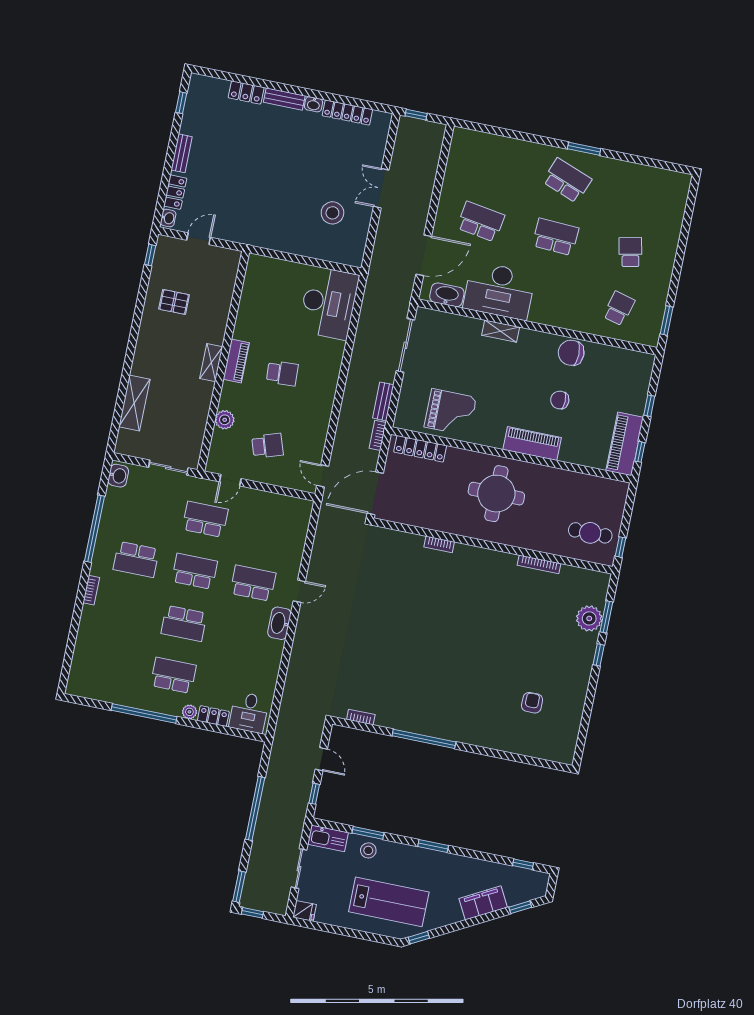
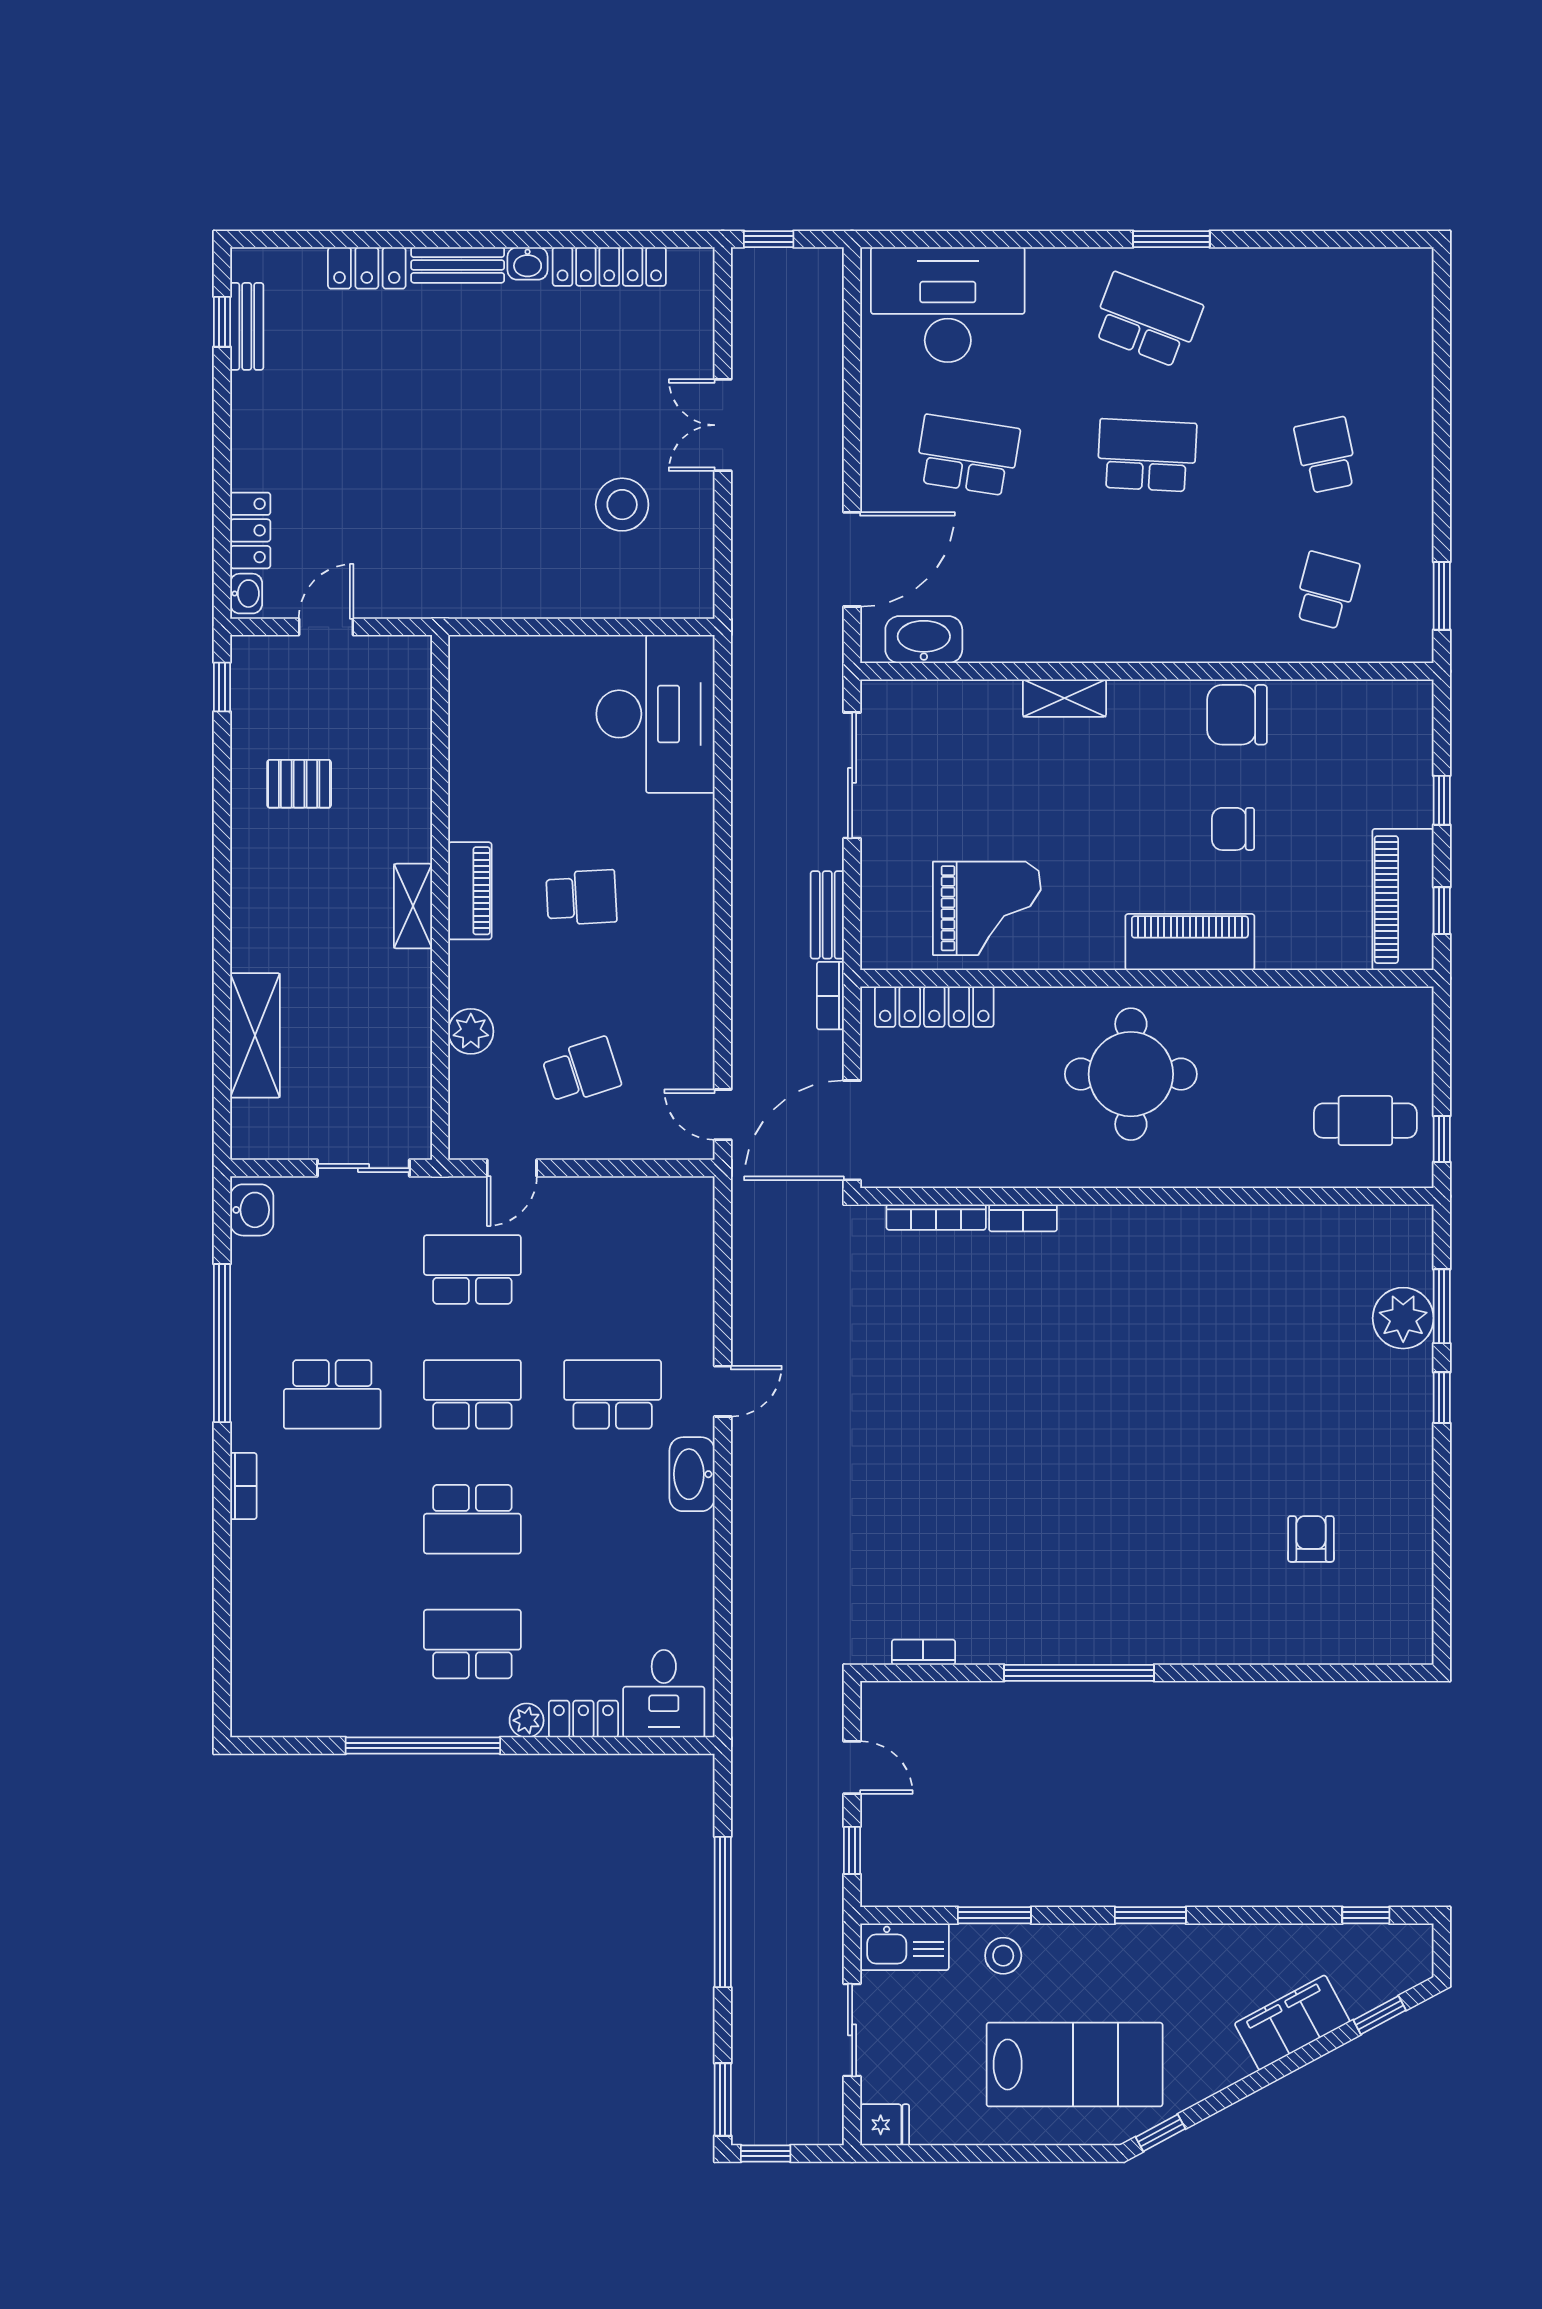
bench: (182, 153) -> (247, 326), moved
desk: (499, 291) -> (948, 305), moved, turned 180
bookcase: (539, 564) -> (936, 1217), moved

